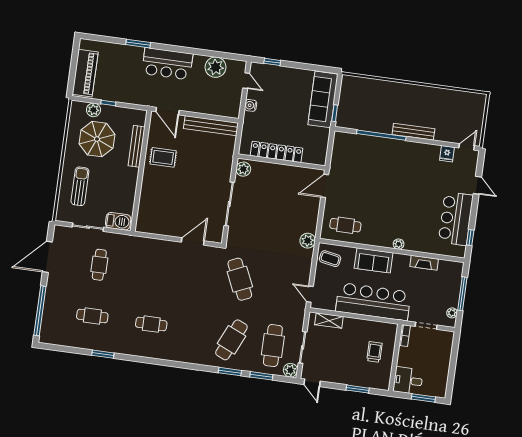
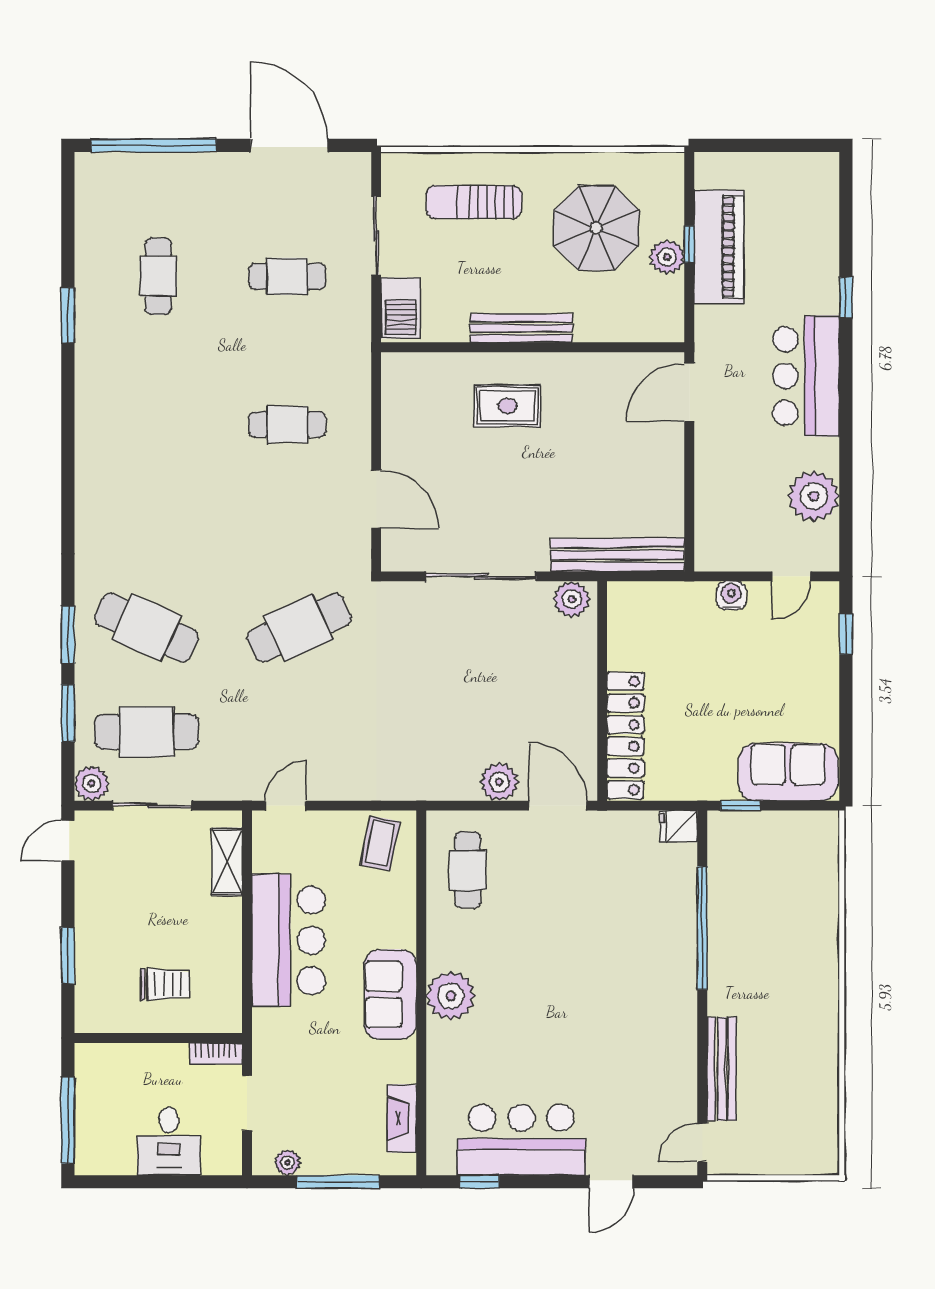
window: (138, 44) -> (846, 297), width x0.67
piano: (85, 73) -> (719, 247), moved, turned -90
sofa: (323, 99) -> (788, 772), width x0.73
plant: (93, 110) -> (667, 257), moved
bench: (211, 126) -> (618, 555), moved, turned 90
bench: (413, 132) -> (721, 1069), moved
bench: (137, 146) -> (521, 328), moved
door: (467, 147) -> (702, 1143), swing flipped
locker: (277, 152) -> (625, 736), moved
fridge: (447, 154) -> (678, 826), moved
rug: (163, 157) -> (507, 406), moved, turned 90
sun lounger: (80, 186) -> (474, 202), turned 180
plant: (308, 241) -> (499, 782), moved
plant: (399, 244) -> (451, 996), width x1.88, depth x1.88
sofa: (374, 260) -> (390, 994), moved
fireplace: (424, 263) -> (402, 1118), moved
bar counter: (373, 302) -> (289, 940), width x0.73
cafe table: (151, 324) -> (287, 424), moved, turned 90
desk: (408, 381) -> (169, 1141), moved, turned 180
window: (423, 398) -> (68, 1120), width x1.44

